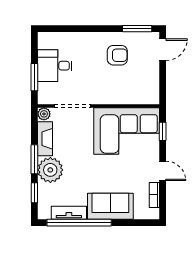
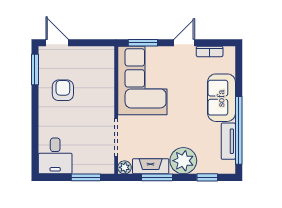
desk: (55, 66) -> (55, 156), moved
window: (163, 131) -> (143, 43), width x1.50
window: (34, 159) -> (157, 177), moved

